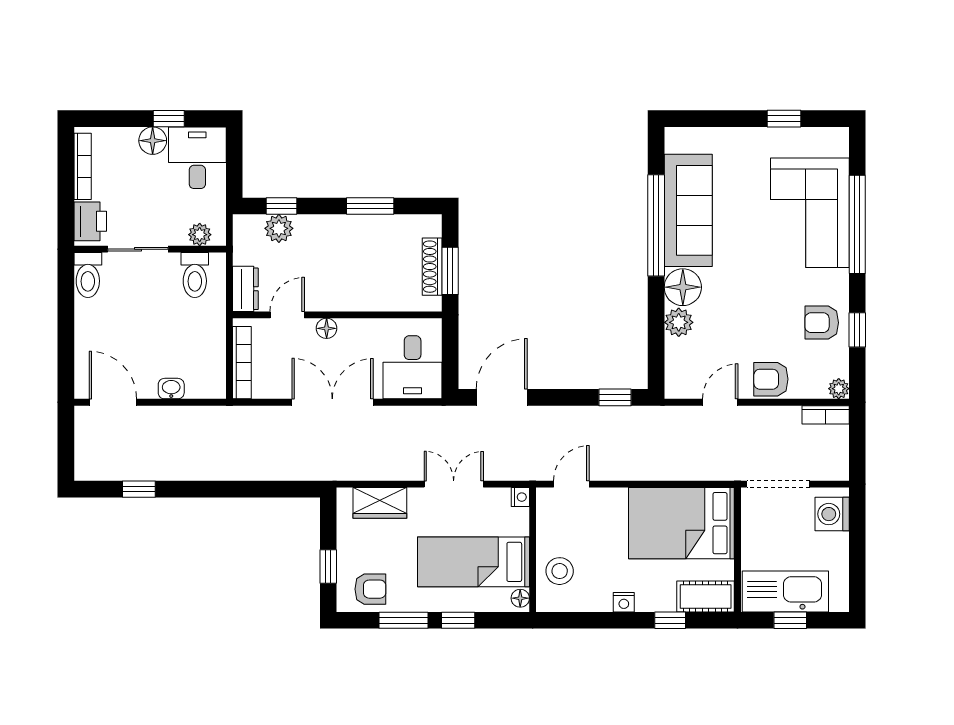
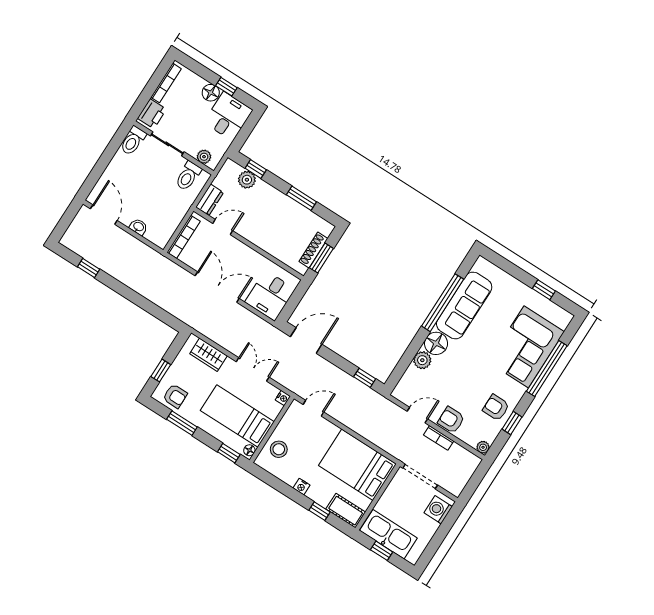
floor lamp: (327, 328) -> (239, 247), removed
bookcase: (826, 415) -> (439, 438), moved
window: (458, 620) -> (229, 453), moved

